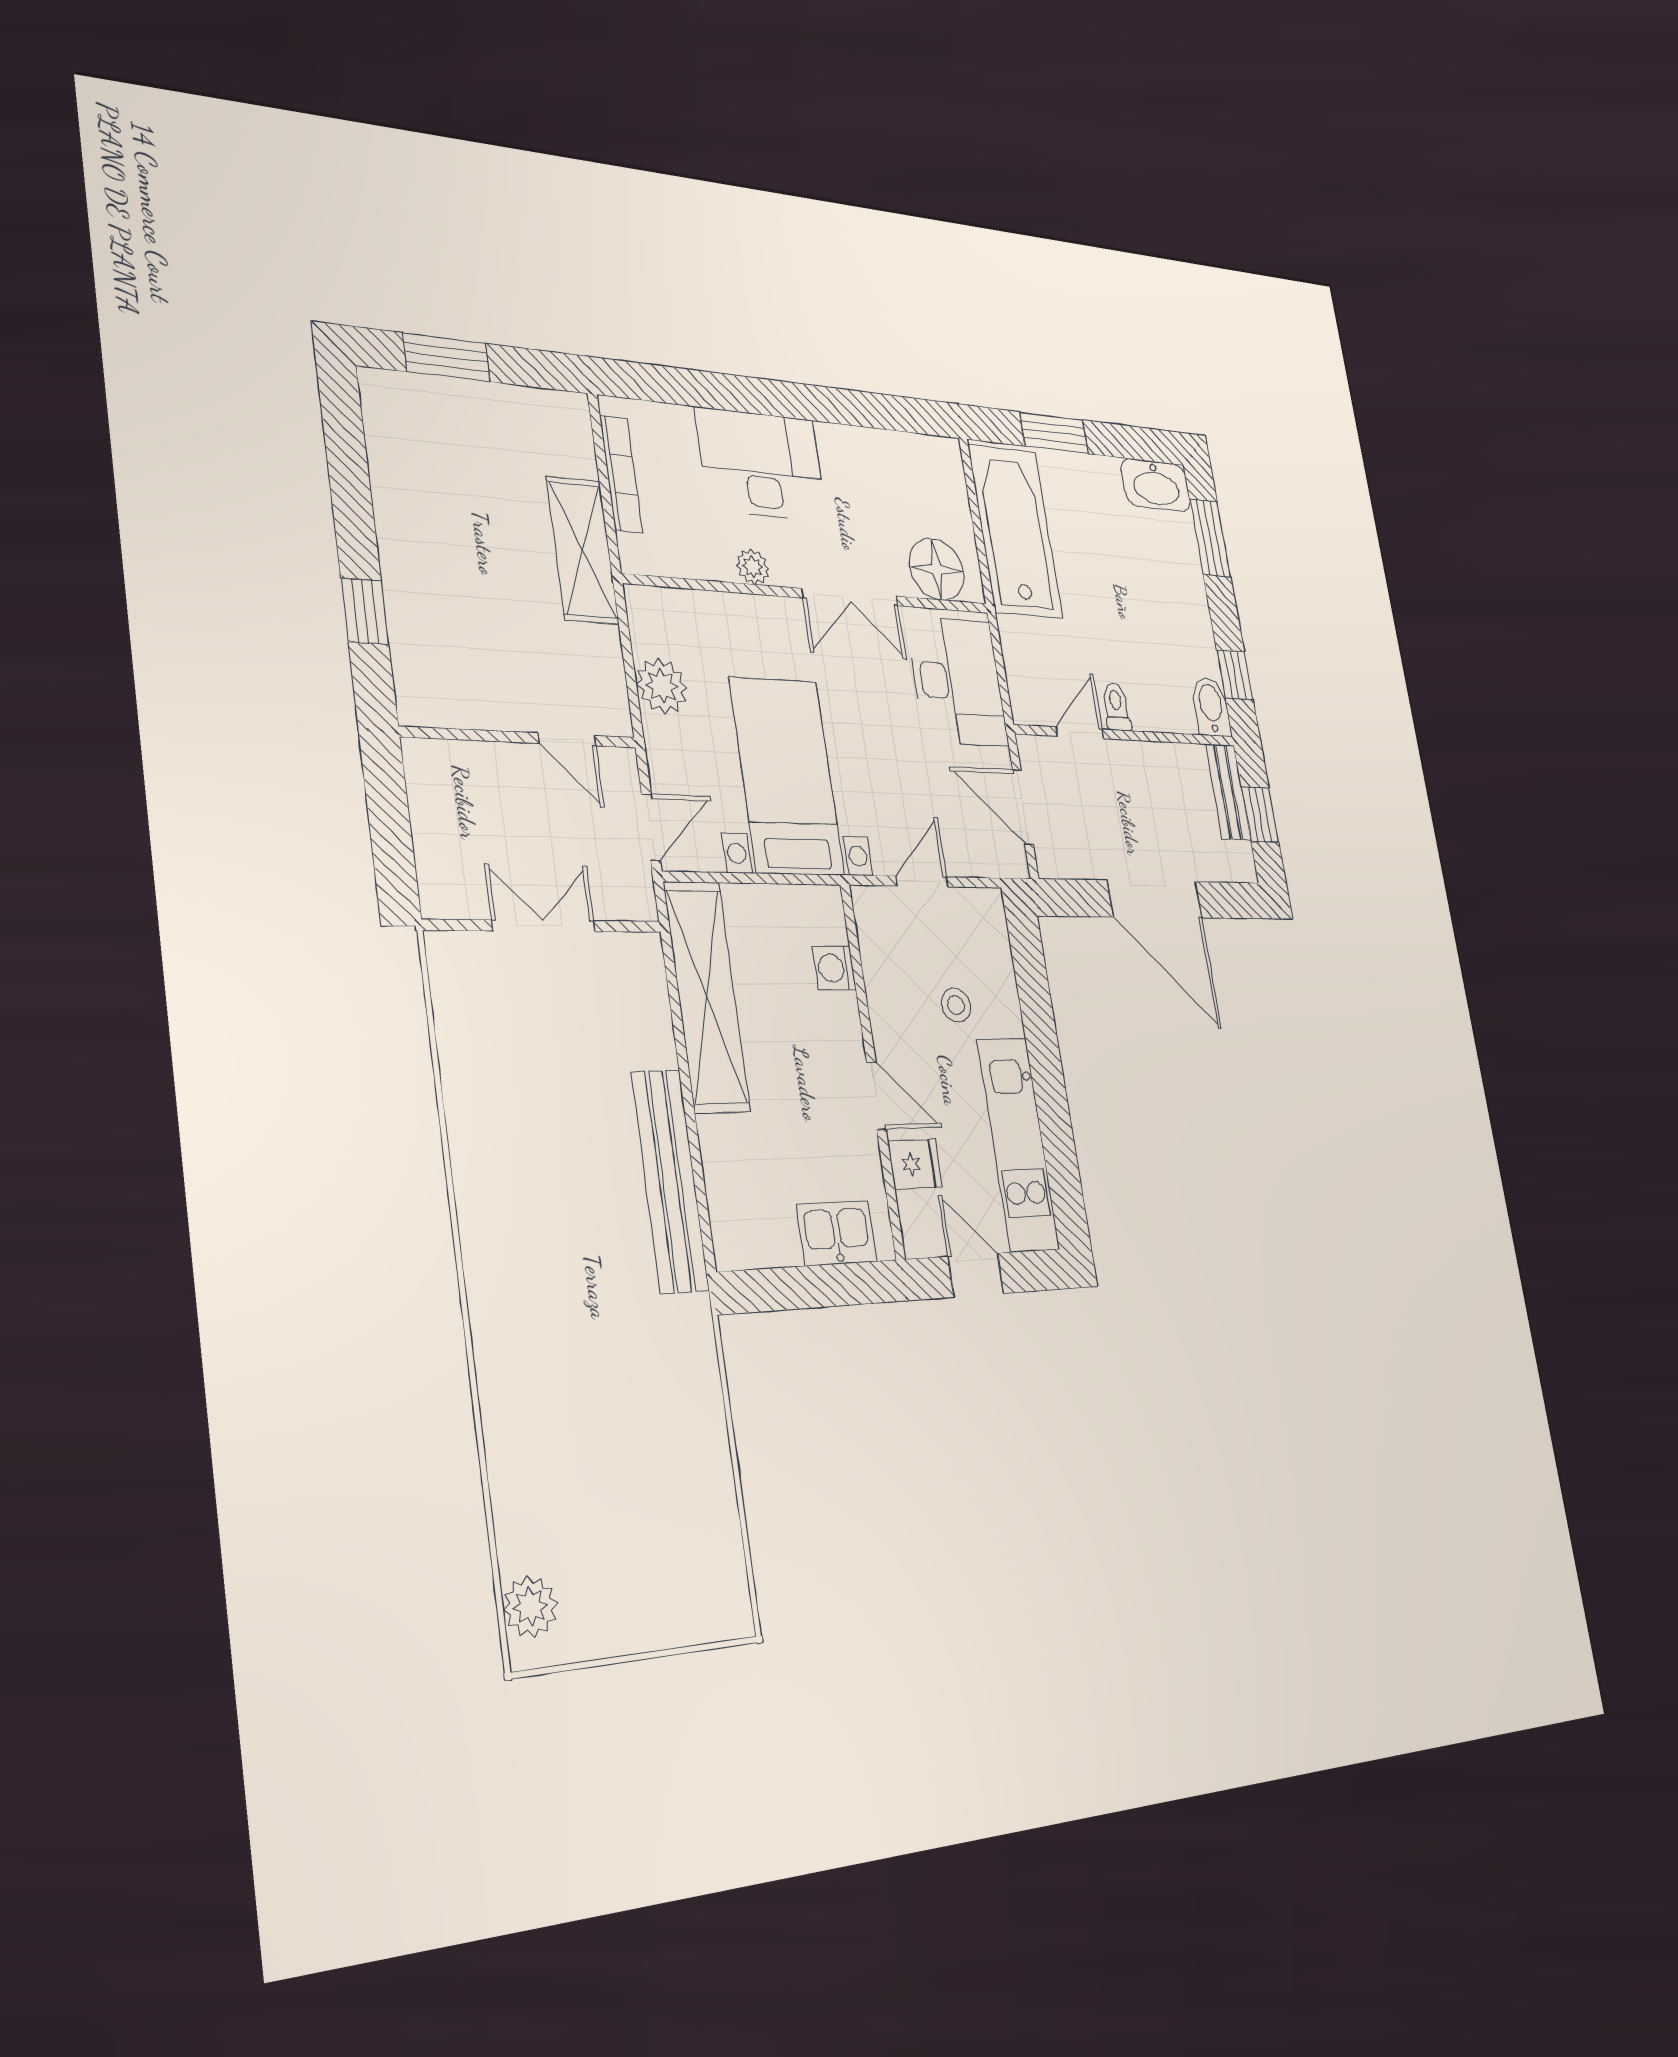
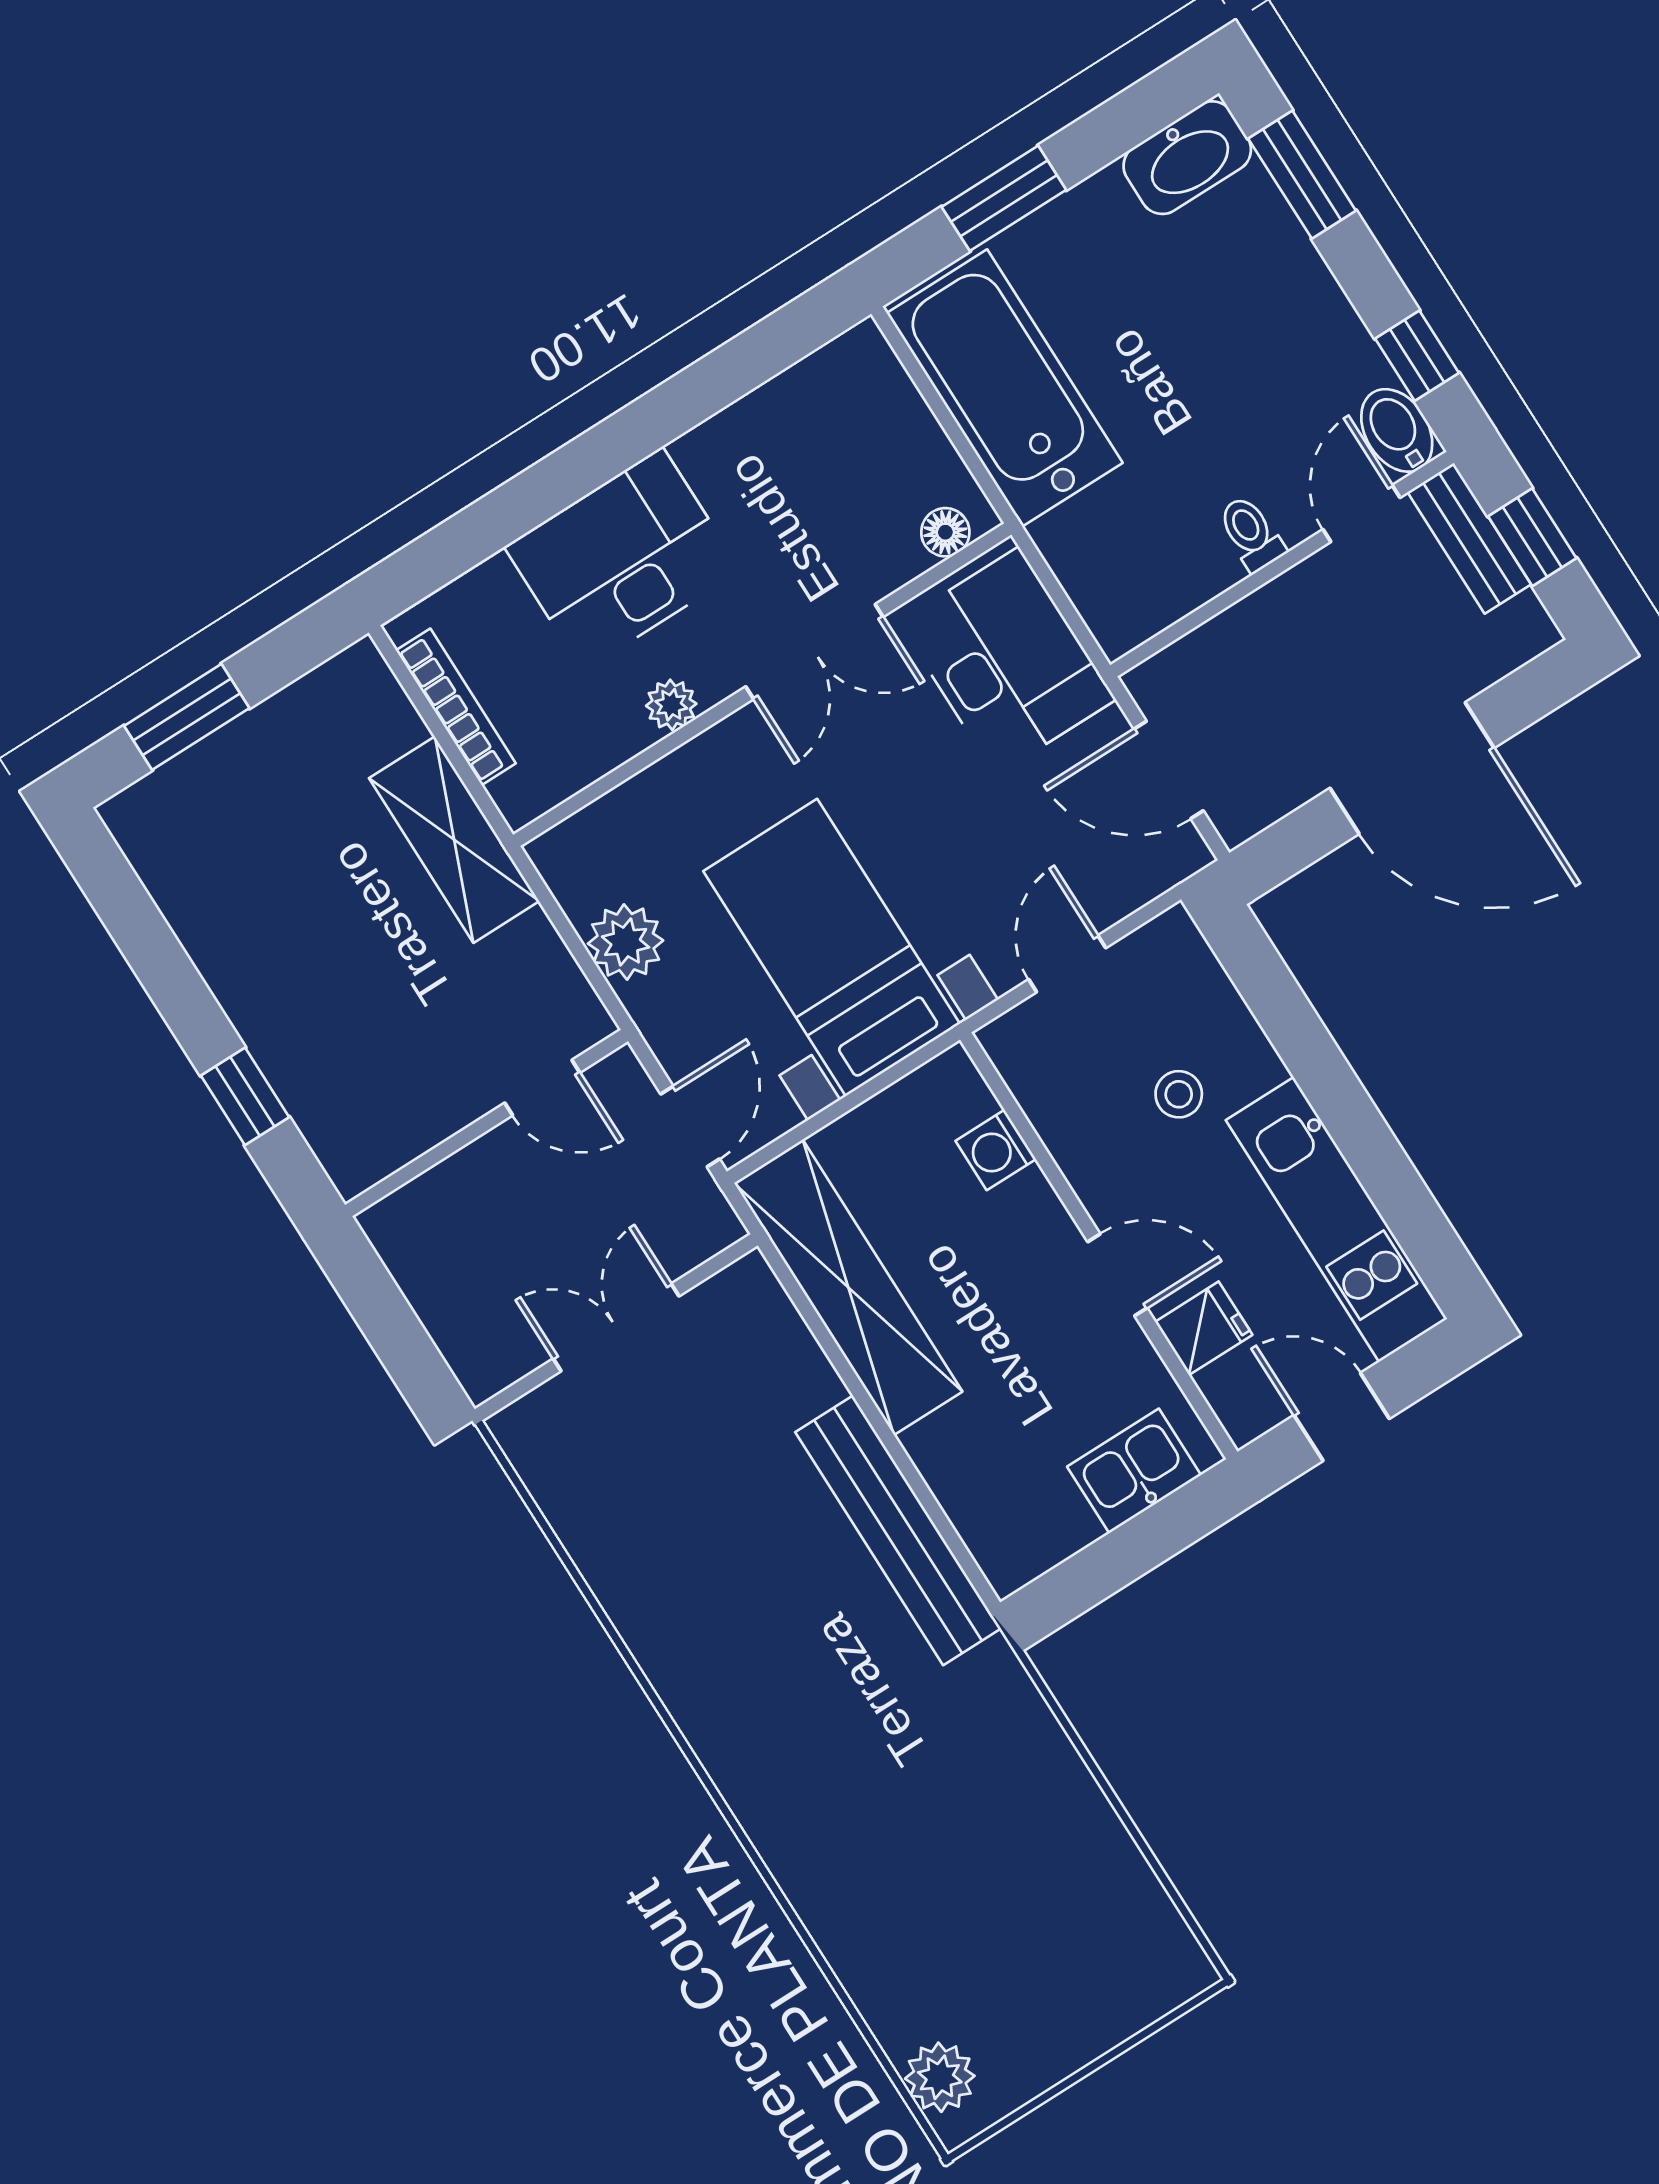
floor lamp: (937, 569) -> (945, 532), width x0.53, depth x0.53
door: (1080, 733) -> (1362, 514), moved

